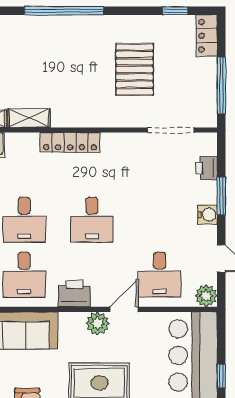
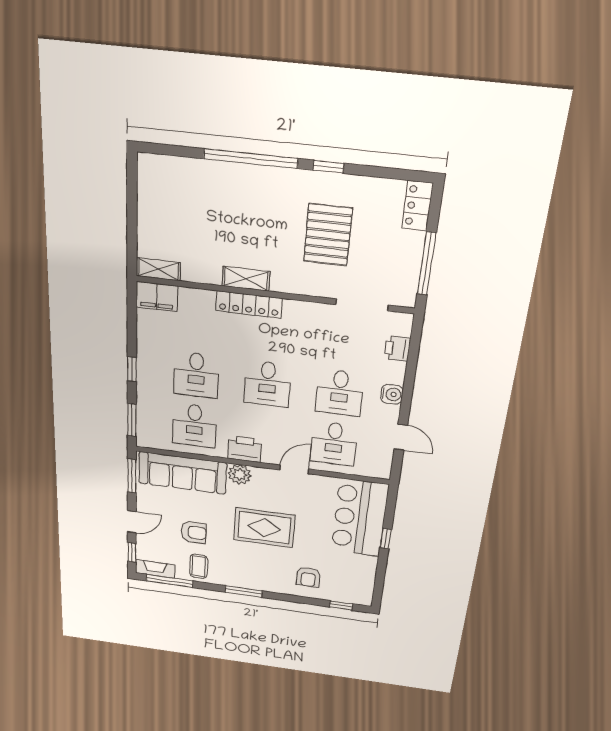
window: (175, 11) -> (328, 167), moved
shelving: (29, 118) -> (246, 279), moved
window: (221, 196) -> (410, 378), removed
desk: (160, 220) -> (340, 393), added
plant: (206, 296) -> (380, 469), removed
plant: (98, 323) -> (240, 474), moved

